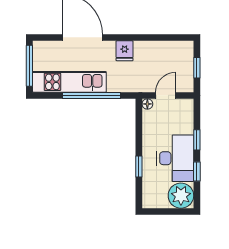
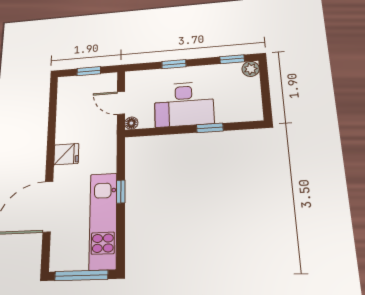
window: (92, 95) -> (121, 192), width x0.32
desk: (175, 158) -> (184, 104), moved, turned 180
window: (197, 172) -> (232, 59), moved
plant: (181, 196) -> (251, 69), width x0.53, depth x0.53

